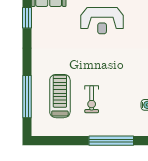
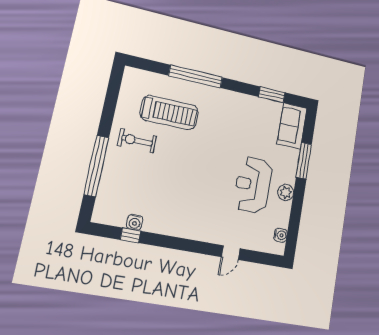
window: (27, 97) -> (196, 77), moved
exercise bike: (92, 99) -> (137, 141), moved

